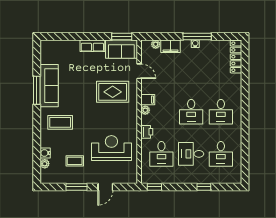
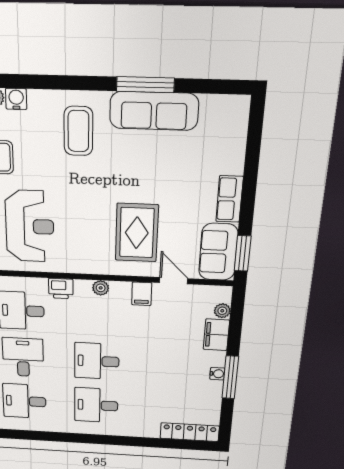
door: (139, 71) -> (174, 281), swing flipped
filing cabinet: (148, 100) -> (142, 294), moved

